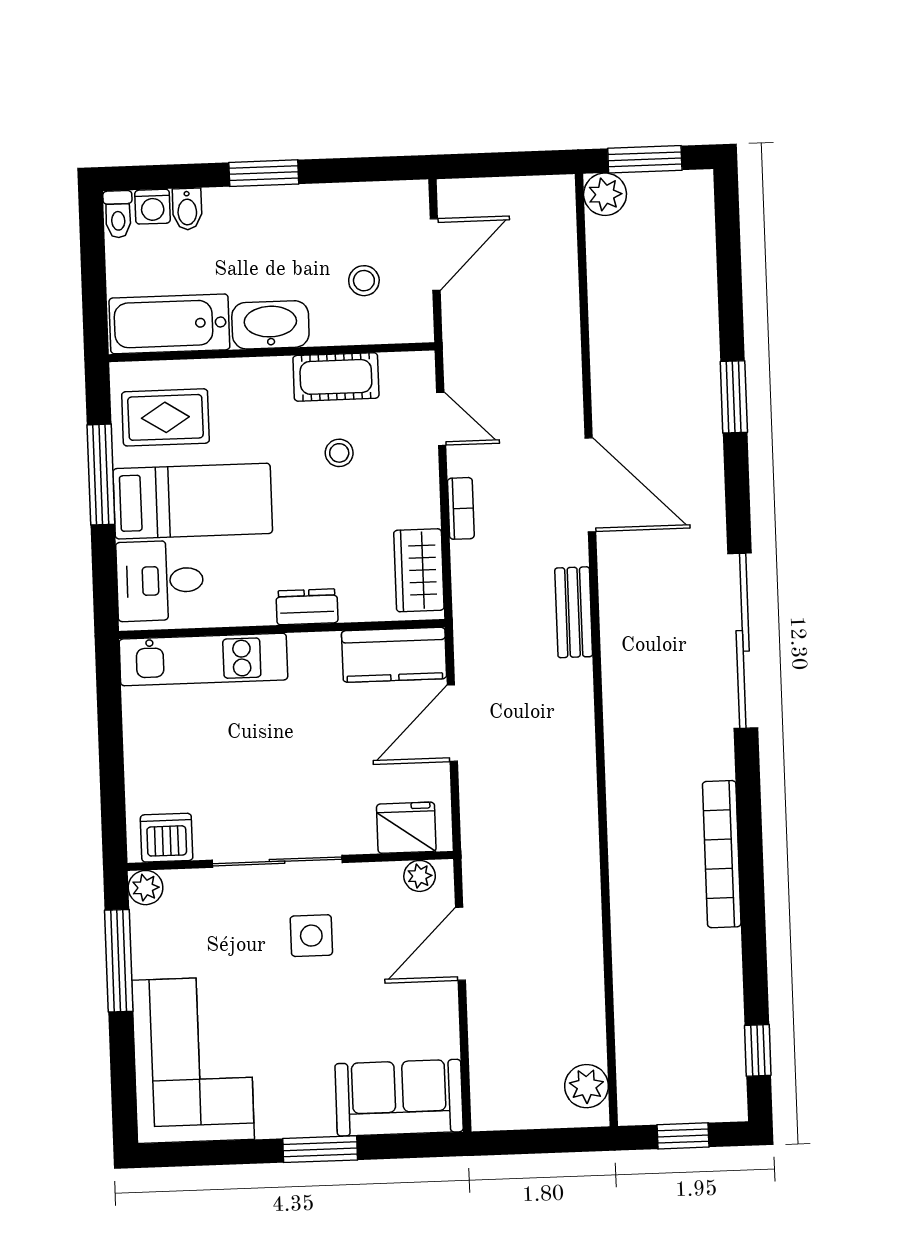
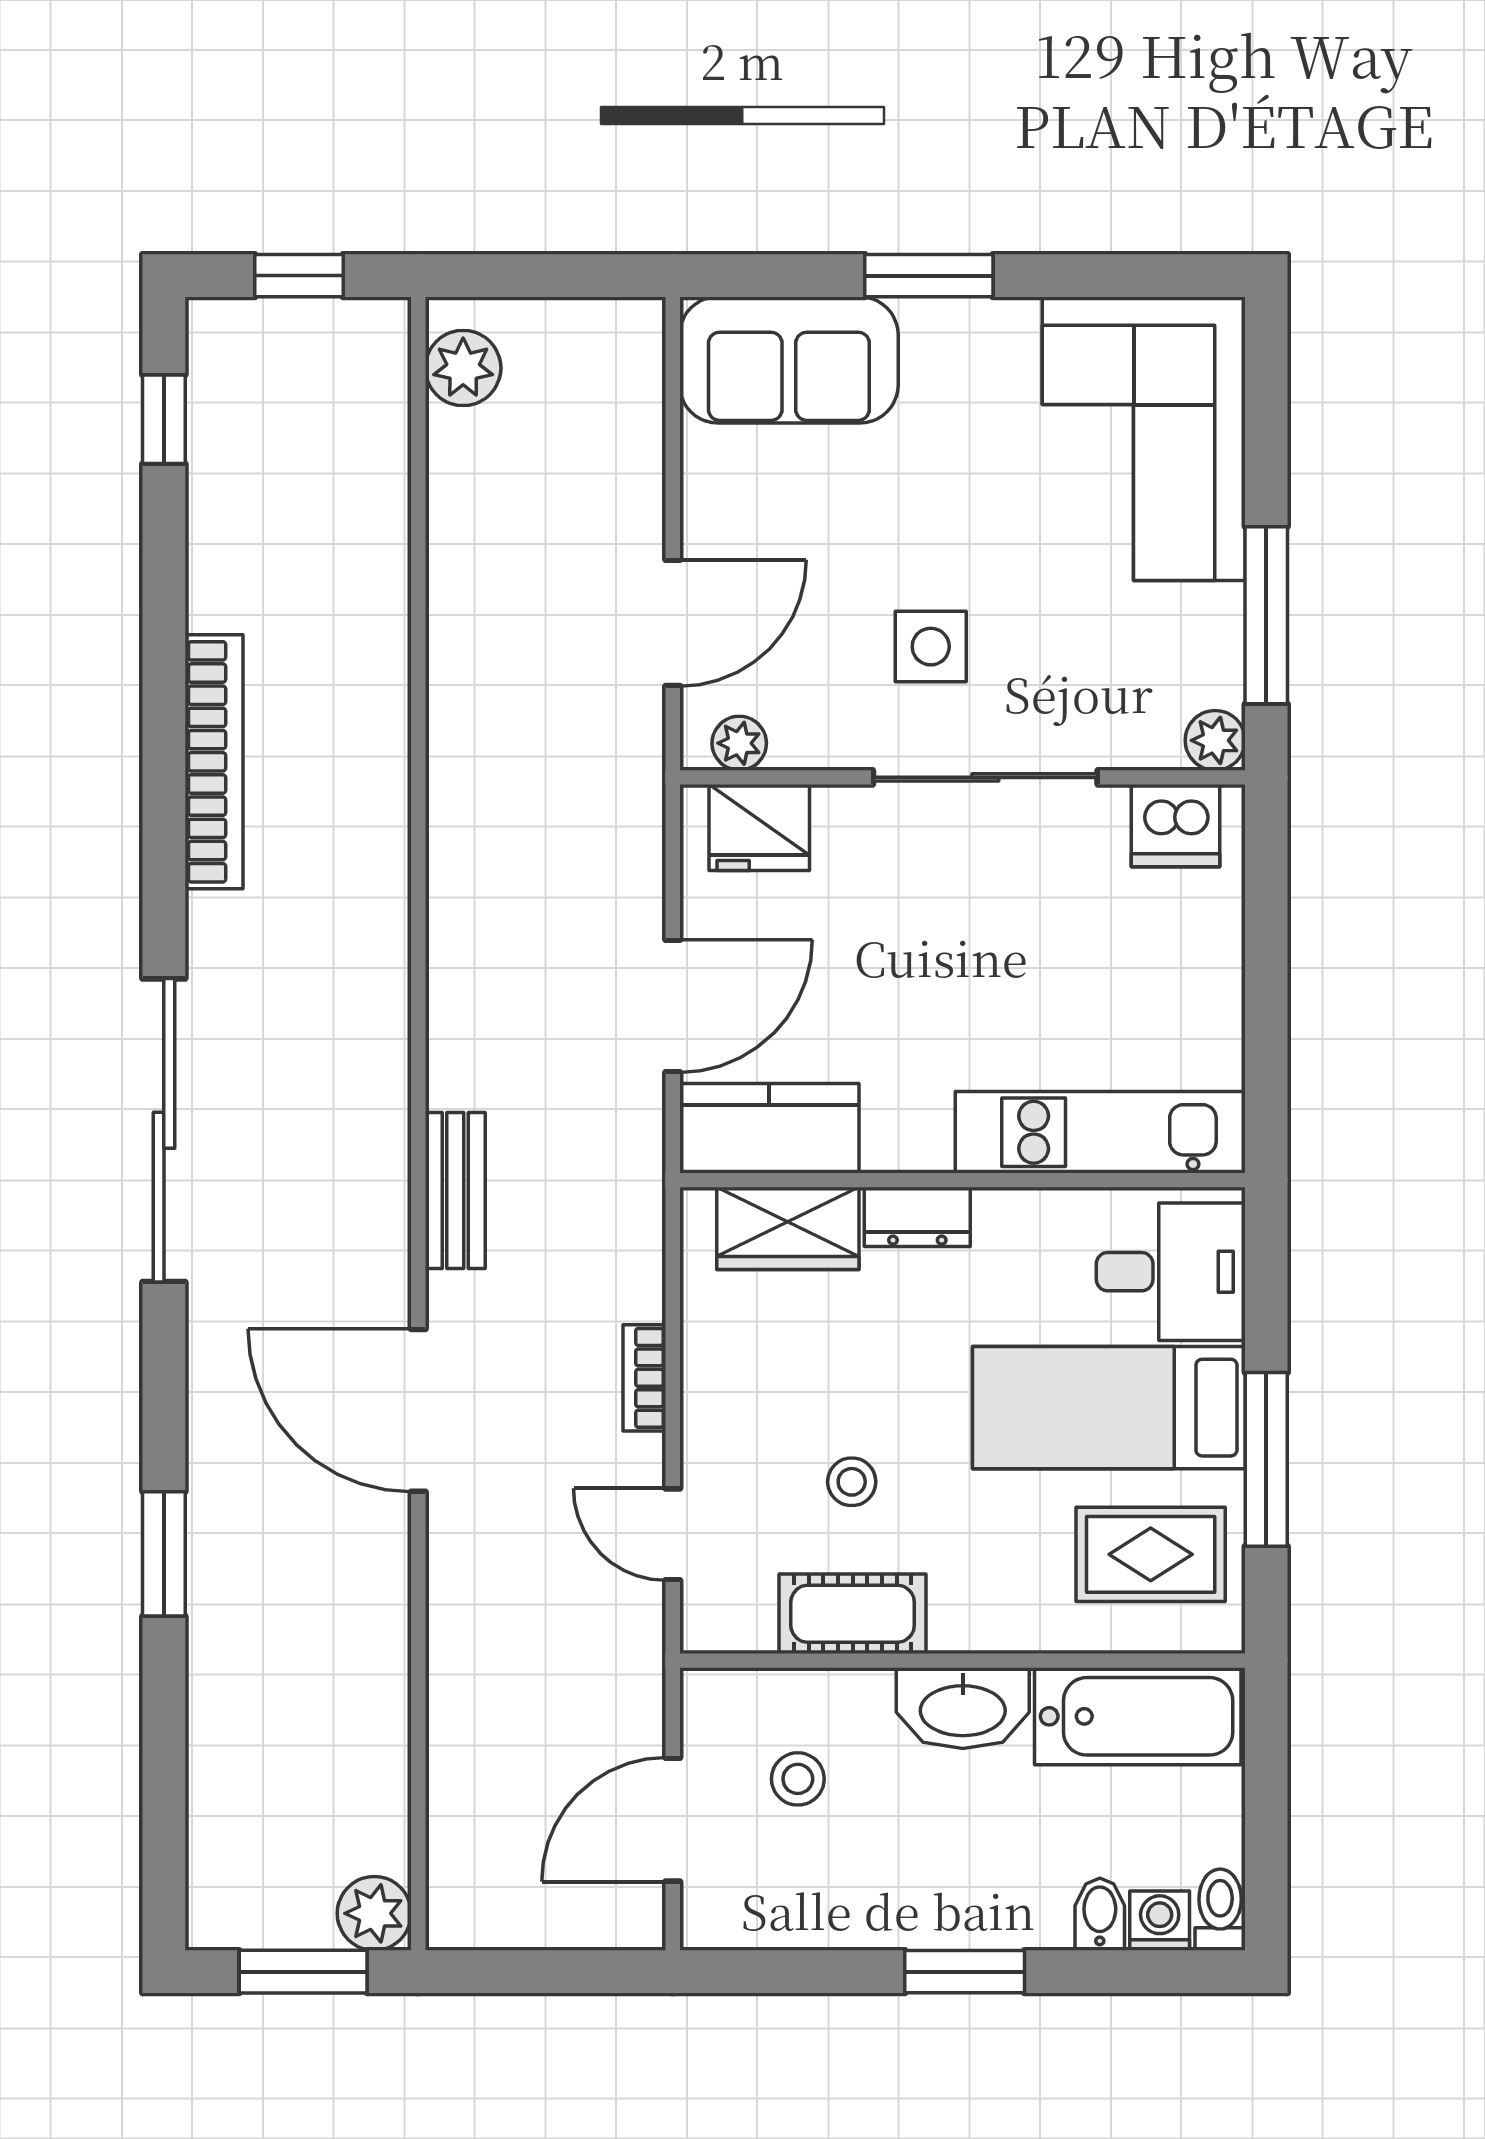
wardrobe: (419, 570) -> (788, 1228), moved, turned 90

